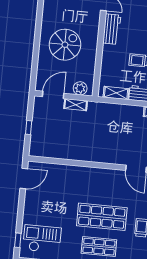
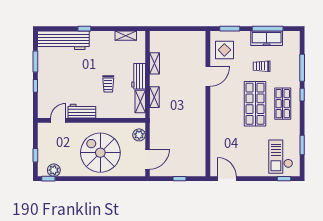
spiral stairs: (65, 45) -> (100, 153), width x1.37, depth x1.37
door: (53, 95) -> (147, 159), swing flipped
shelving: (76, 105) -> (154, 97), moved

